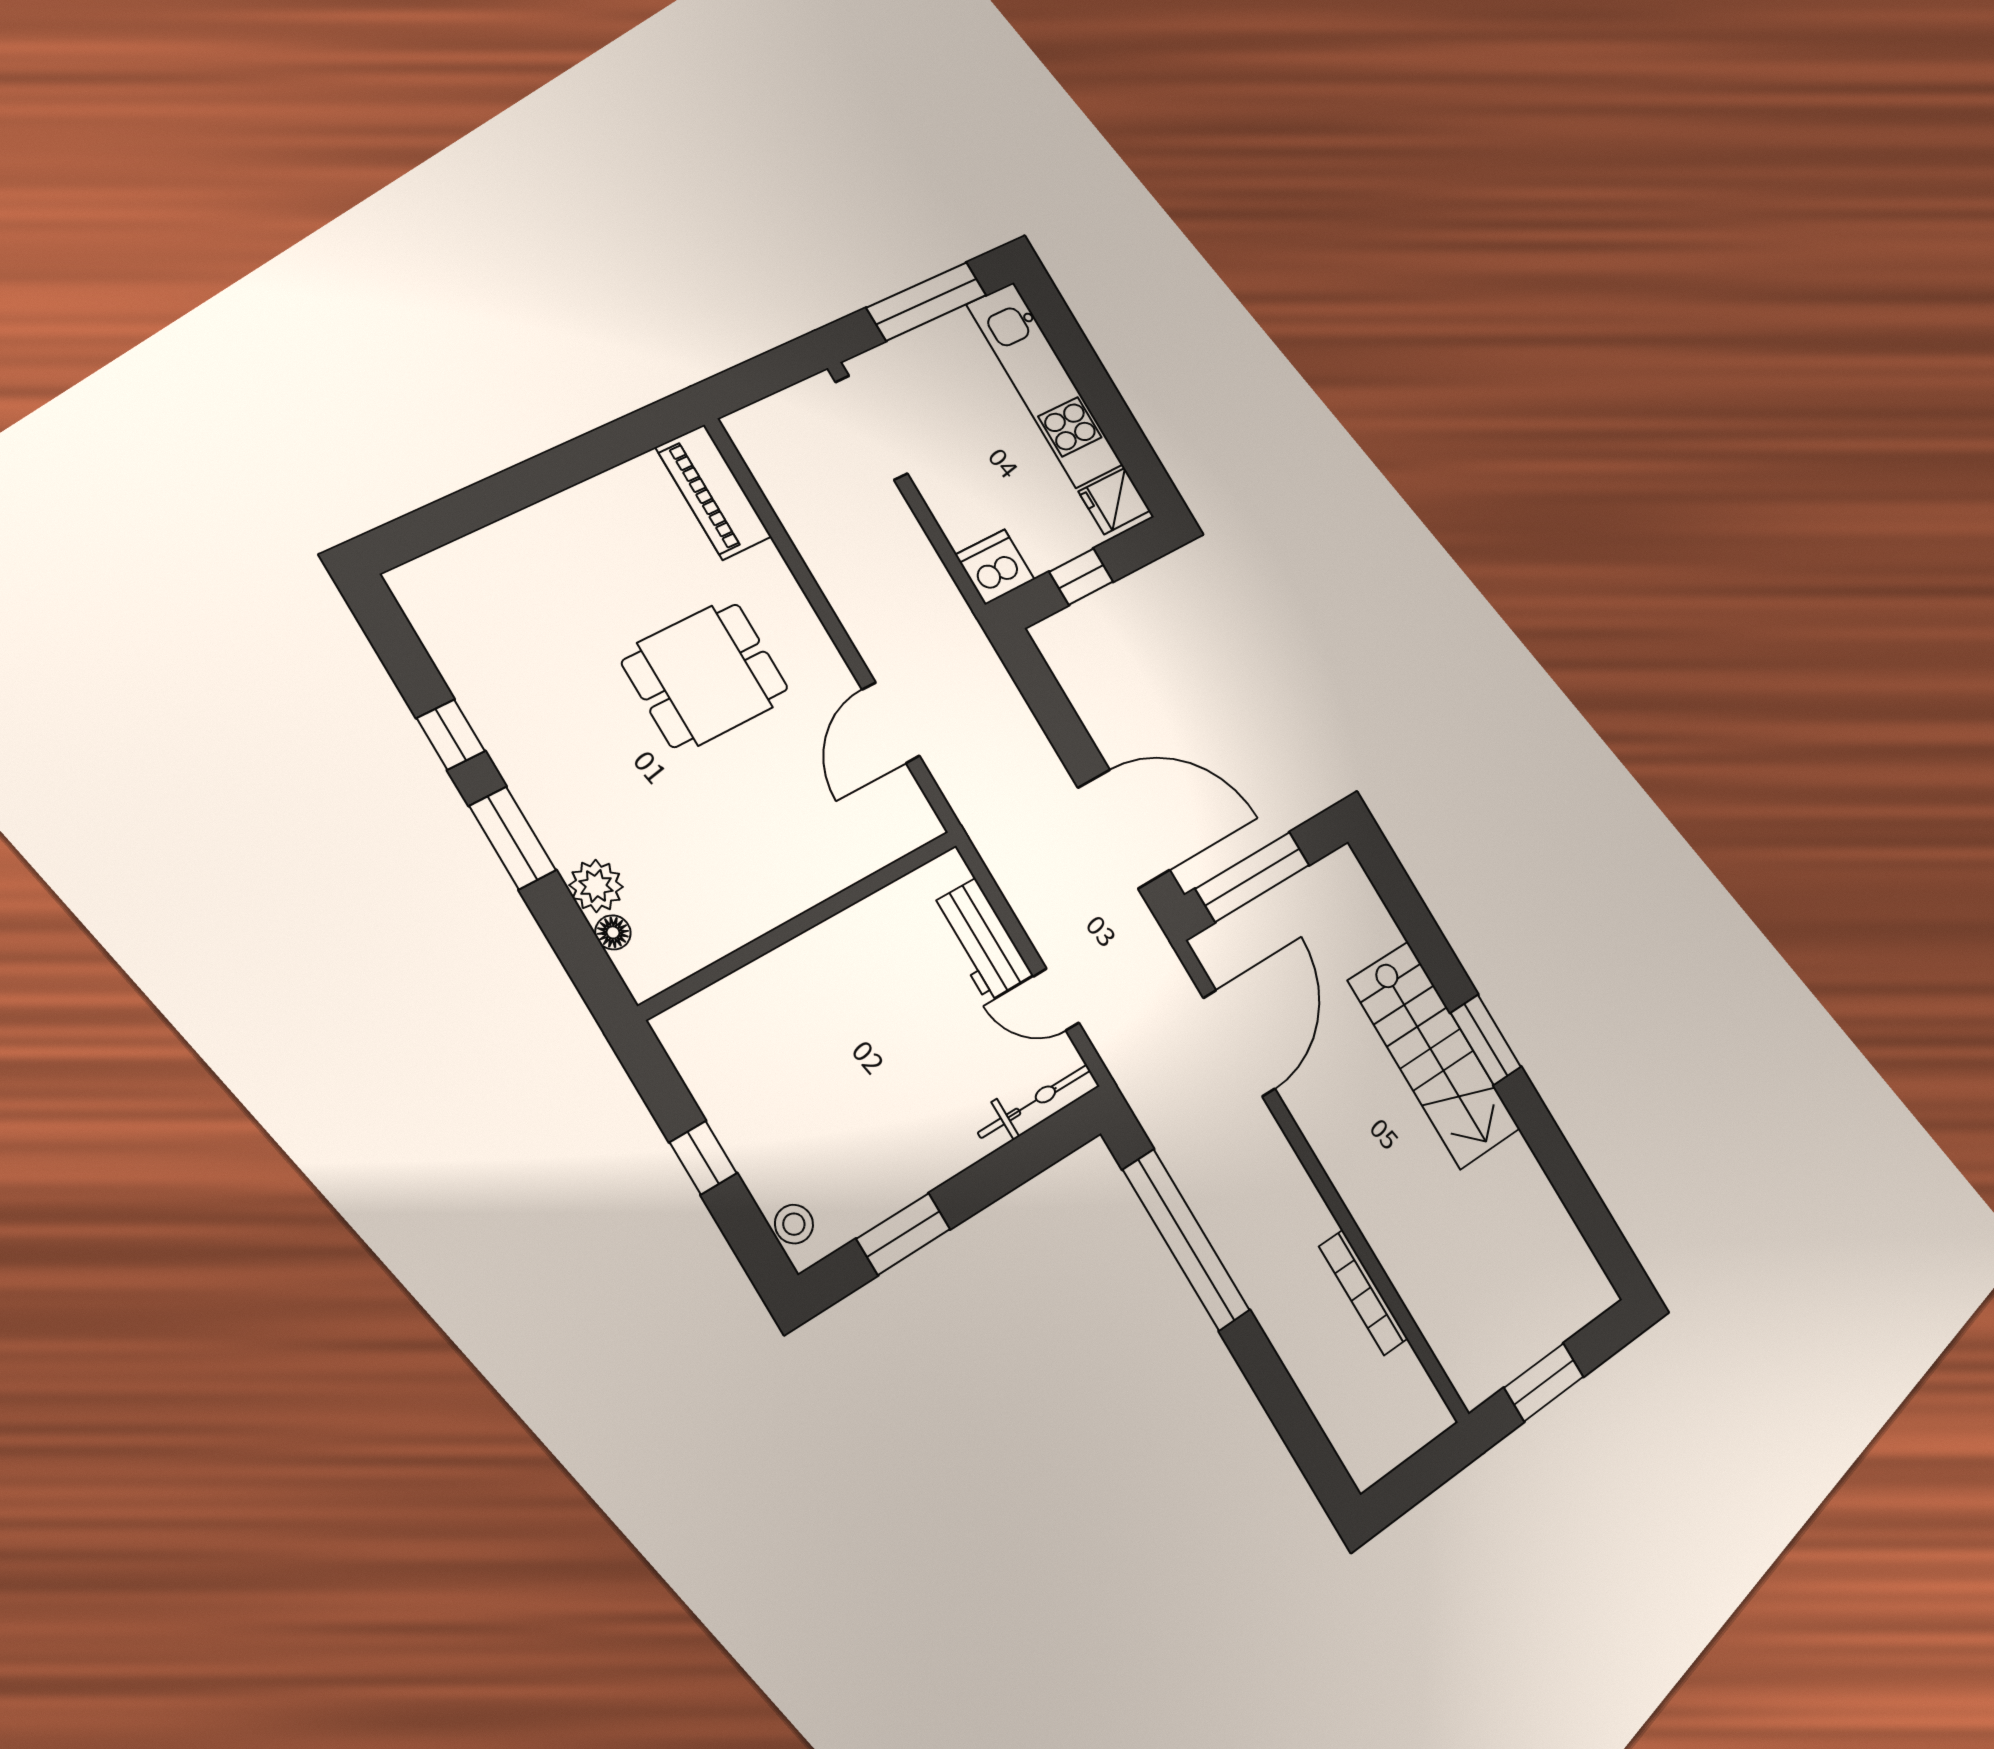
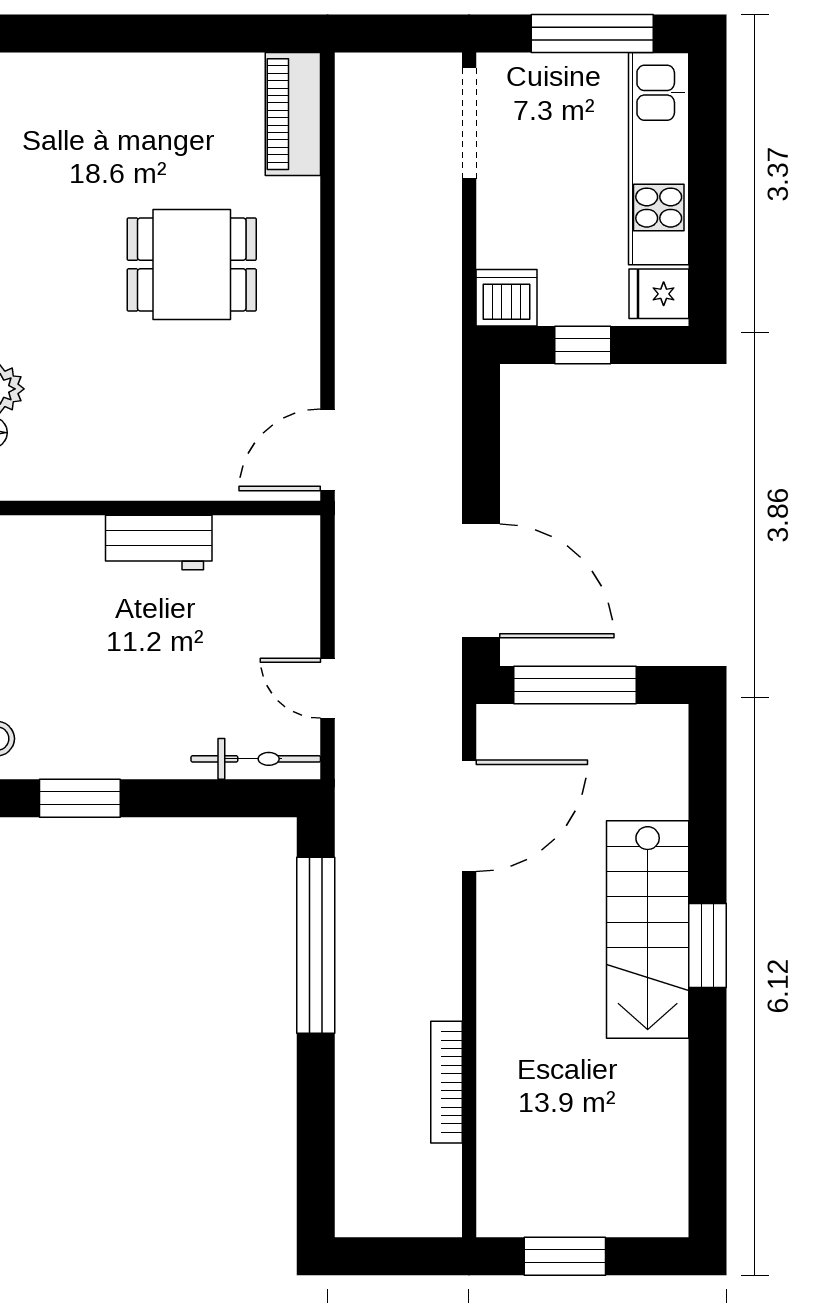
door: (891, 723) -> (327, 450), moved
workbench: (981, 940) -> (159, 542), moved, turned -90

